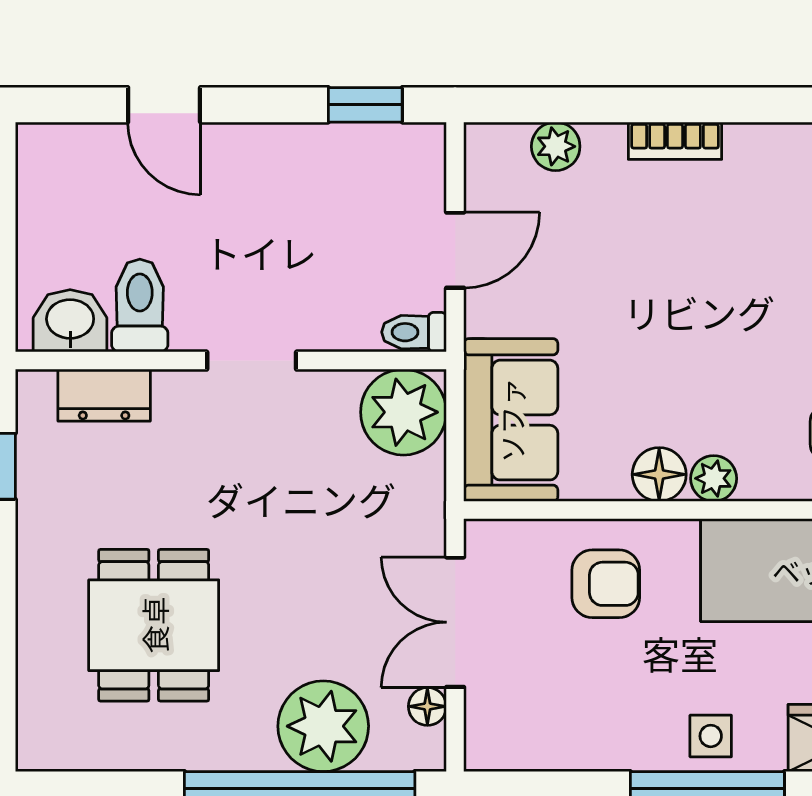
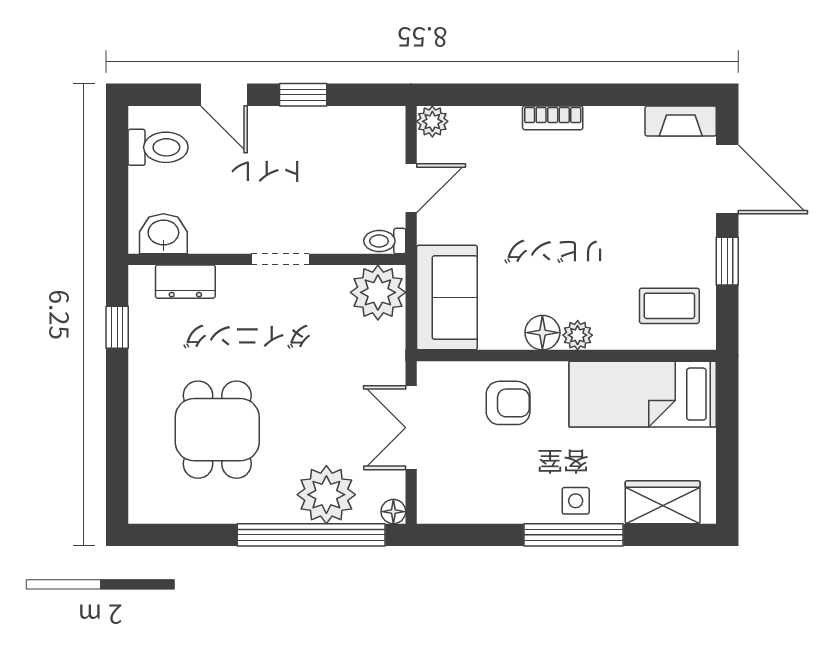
window: (365, 105) -> (303, 95), moved
plant: (556, 146) -> (432, 121), moved
toilet: (140, 306) -> (158, 147), moved, turned 90
floor lamp: (427, 706) -> (393, 512), moved

